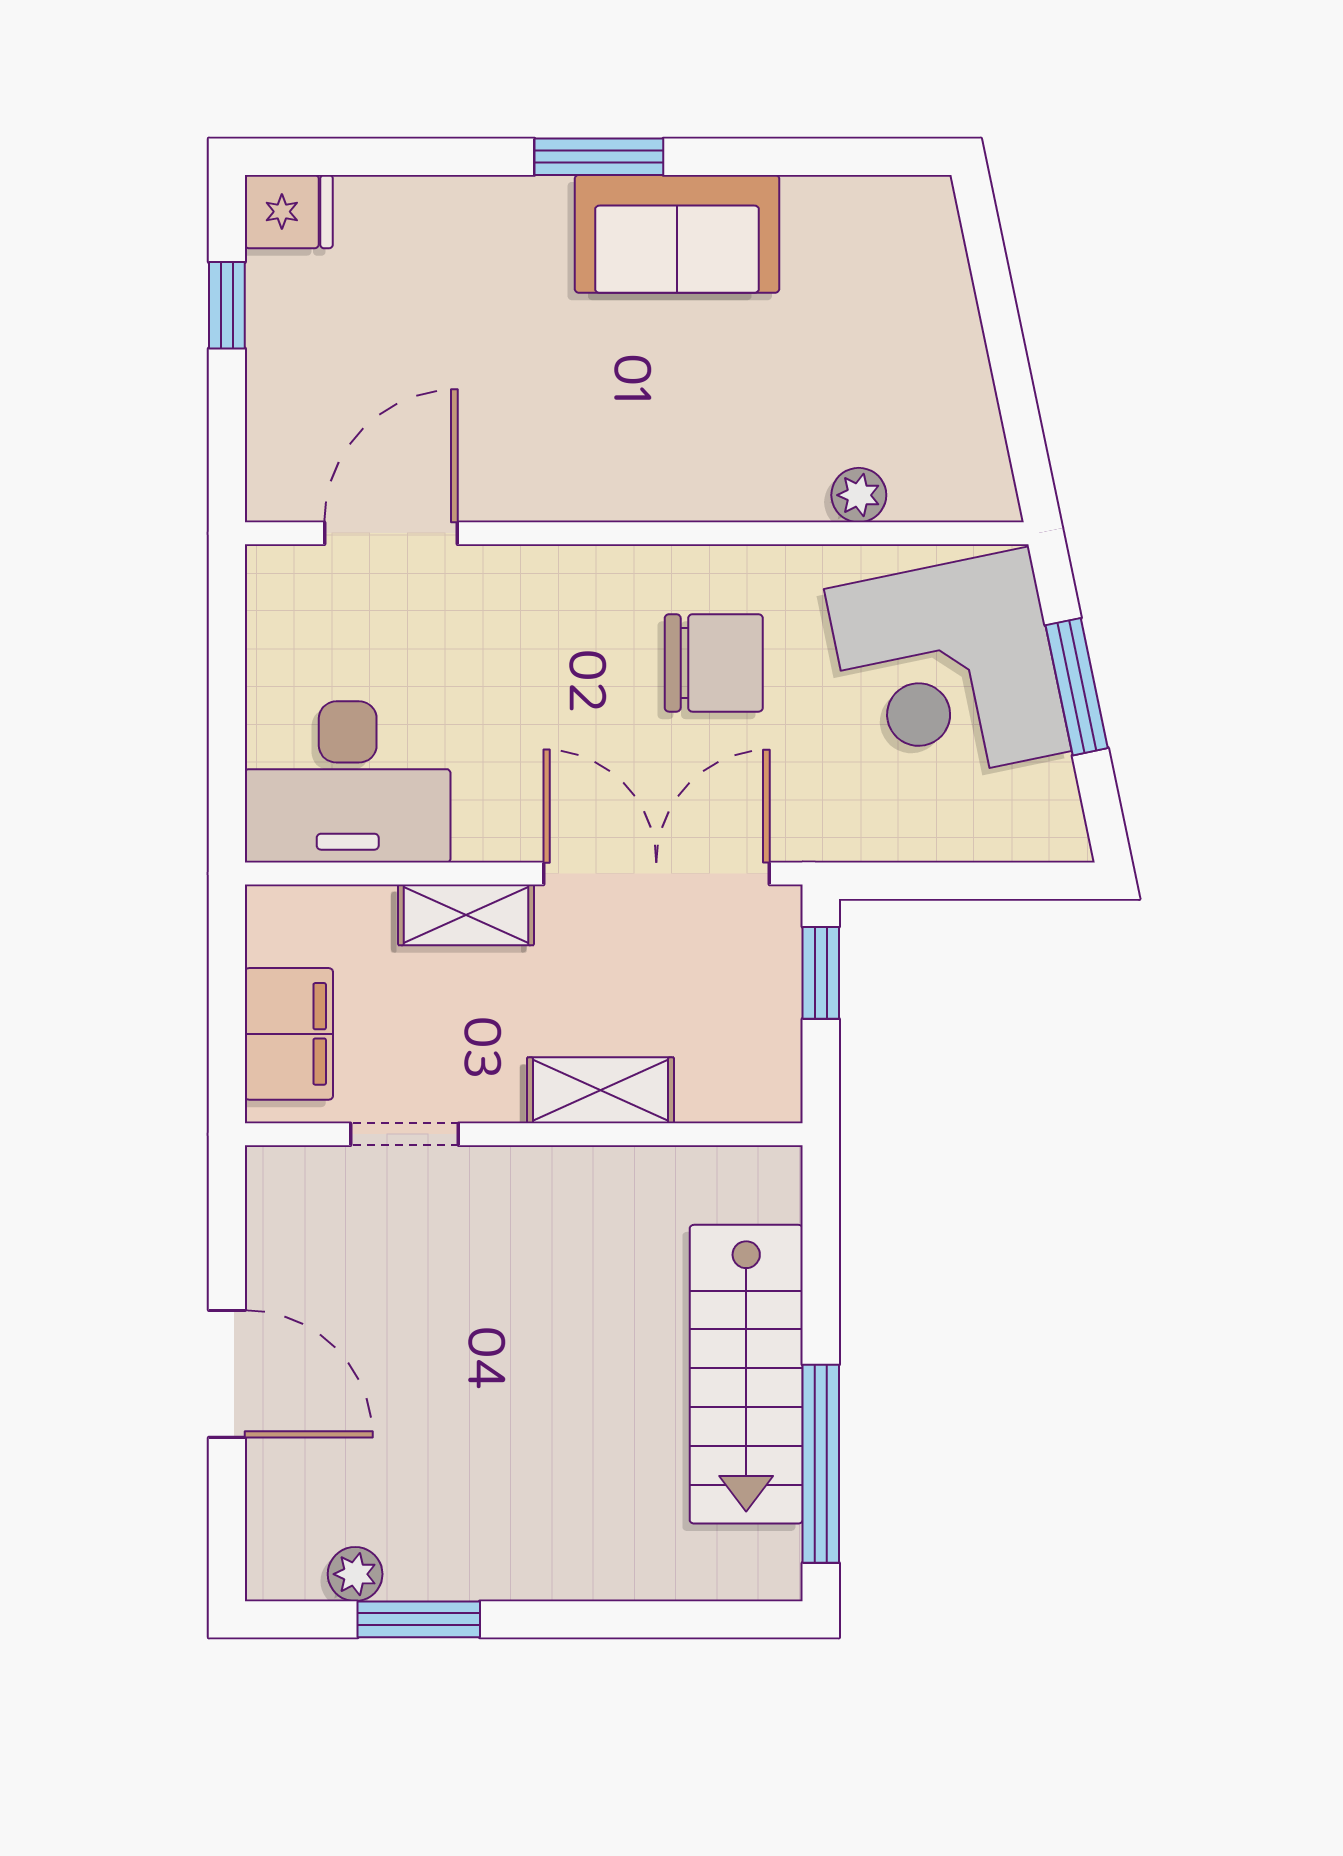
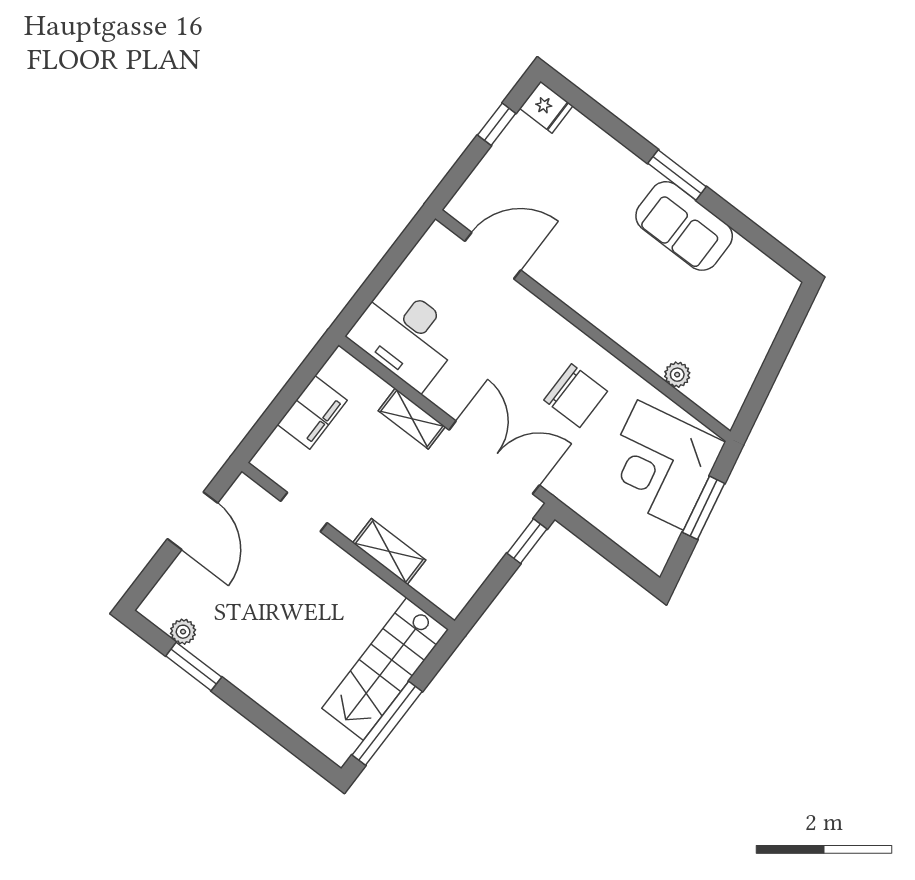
shelving: (600, 1090) -> (389, 552), moved
doorway: (404, 1134) -> (304, 512), moved
wall: (524, 1134) -> (348, 546), moved

